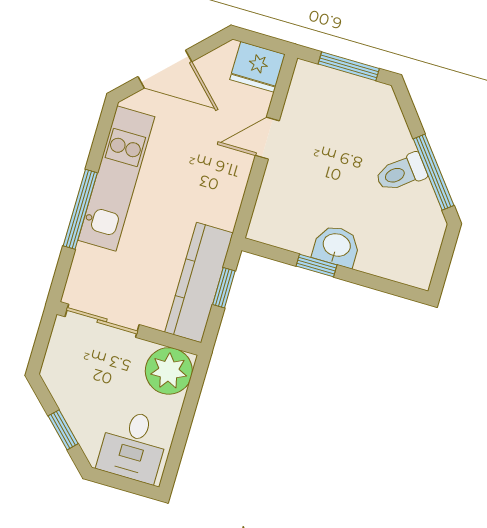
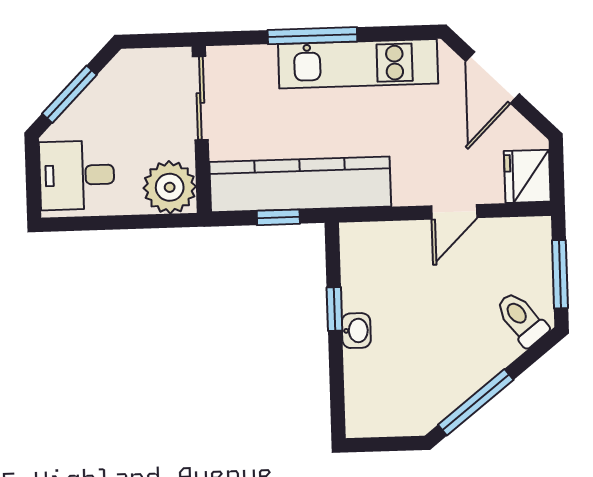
door: (267, 138) -> (454, 212), swing flipped
toilet: (401, 173) -> (522, 319), moved
washbasin: (336, 246) -> (356, 331), width x0.72, depth x0.69
kitchen counter: (199, 283) -> (300, 184), width x1.39, depth x1.17
window: (63, 430) -> (69, 94), width x1.50

